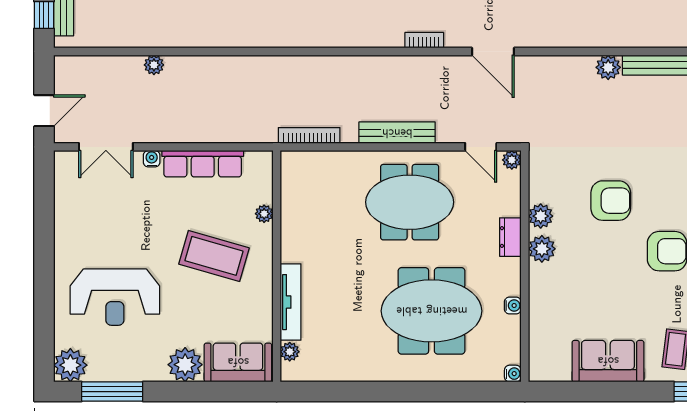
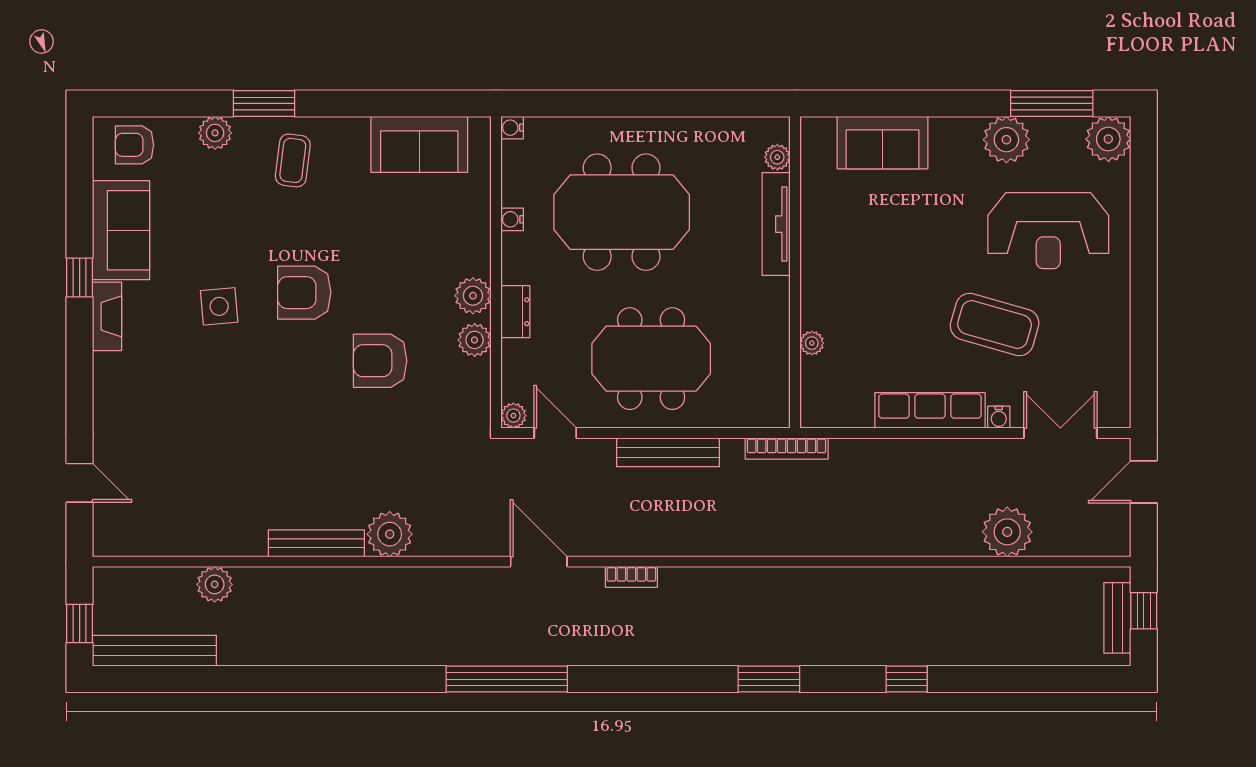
plant: (154, 65) -> (1007, 532), width x1.88, depth x1.88
plant: (608, 67) -> (390, 534), width x1.36, depth x1.36
plant: (264, 214) -> (812, 343), moved
coffee table: (214, 256) -> (995, 324), moved
wall: (277, 266) -> (795, 272), moved
reception desk: (115, 297) -> (1048, 231), turned 180
tv unit: (291, 302) -> (776, 224), moved
plant: (290, 352) -> (777, 157), moved
sofa: (608, 361) -> (419, 144), moved
plant: (185, 365) -> (1006, 140), moved

